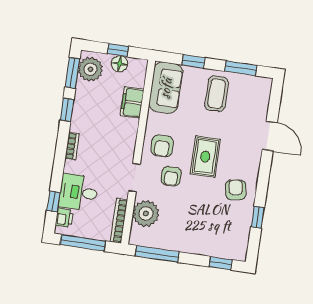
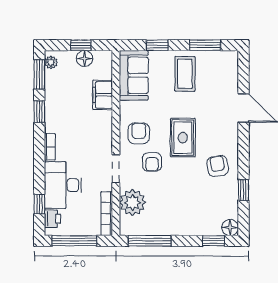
plant: (90, 69) -> (51, 62), width x0.53, depth x0.53
armchair: (162, 146) -> (139, 133), turned 180
desk: (79, 192) -> (63, 185), width x1.37
floor lamp: (239, 252) -> (230, 227), added

